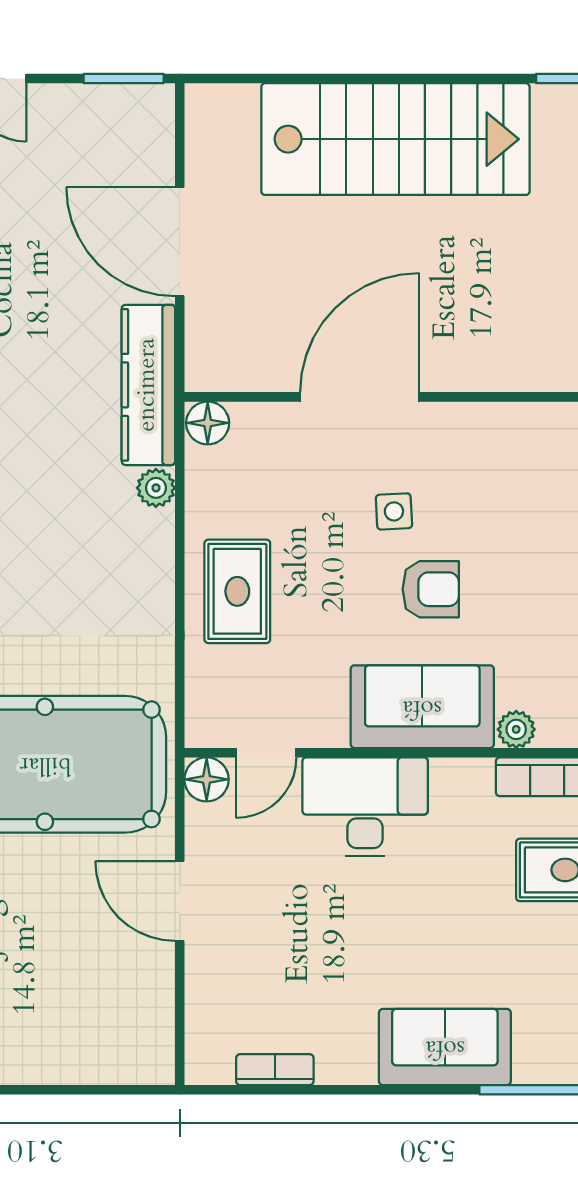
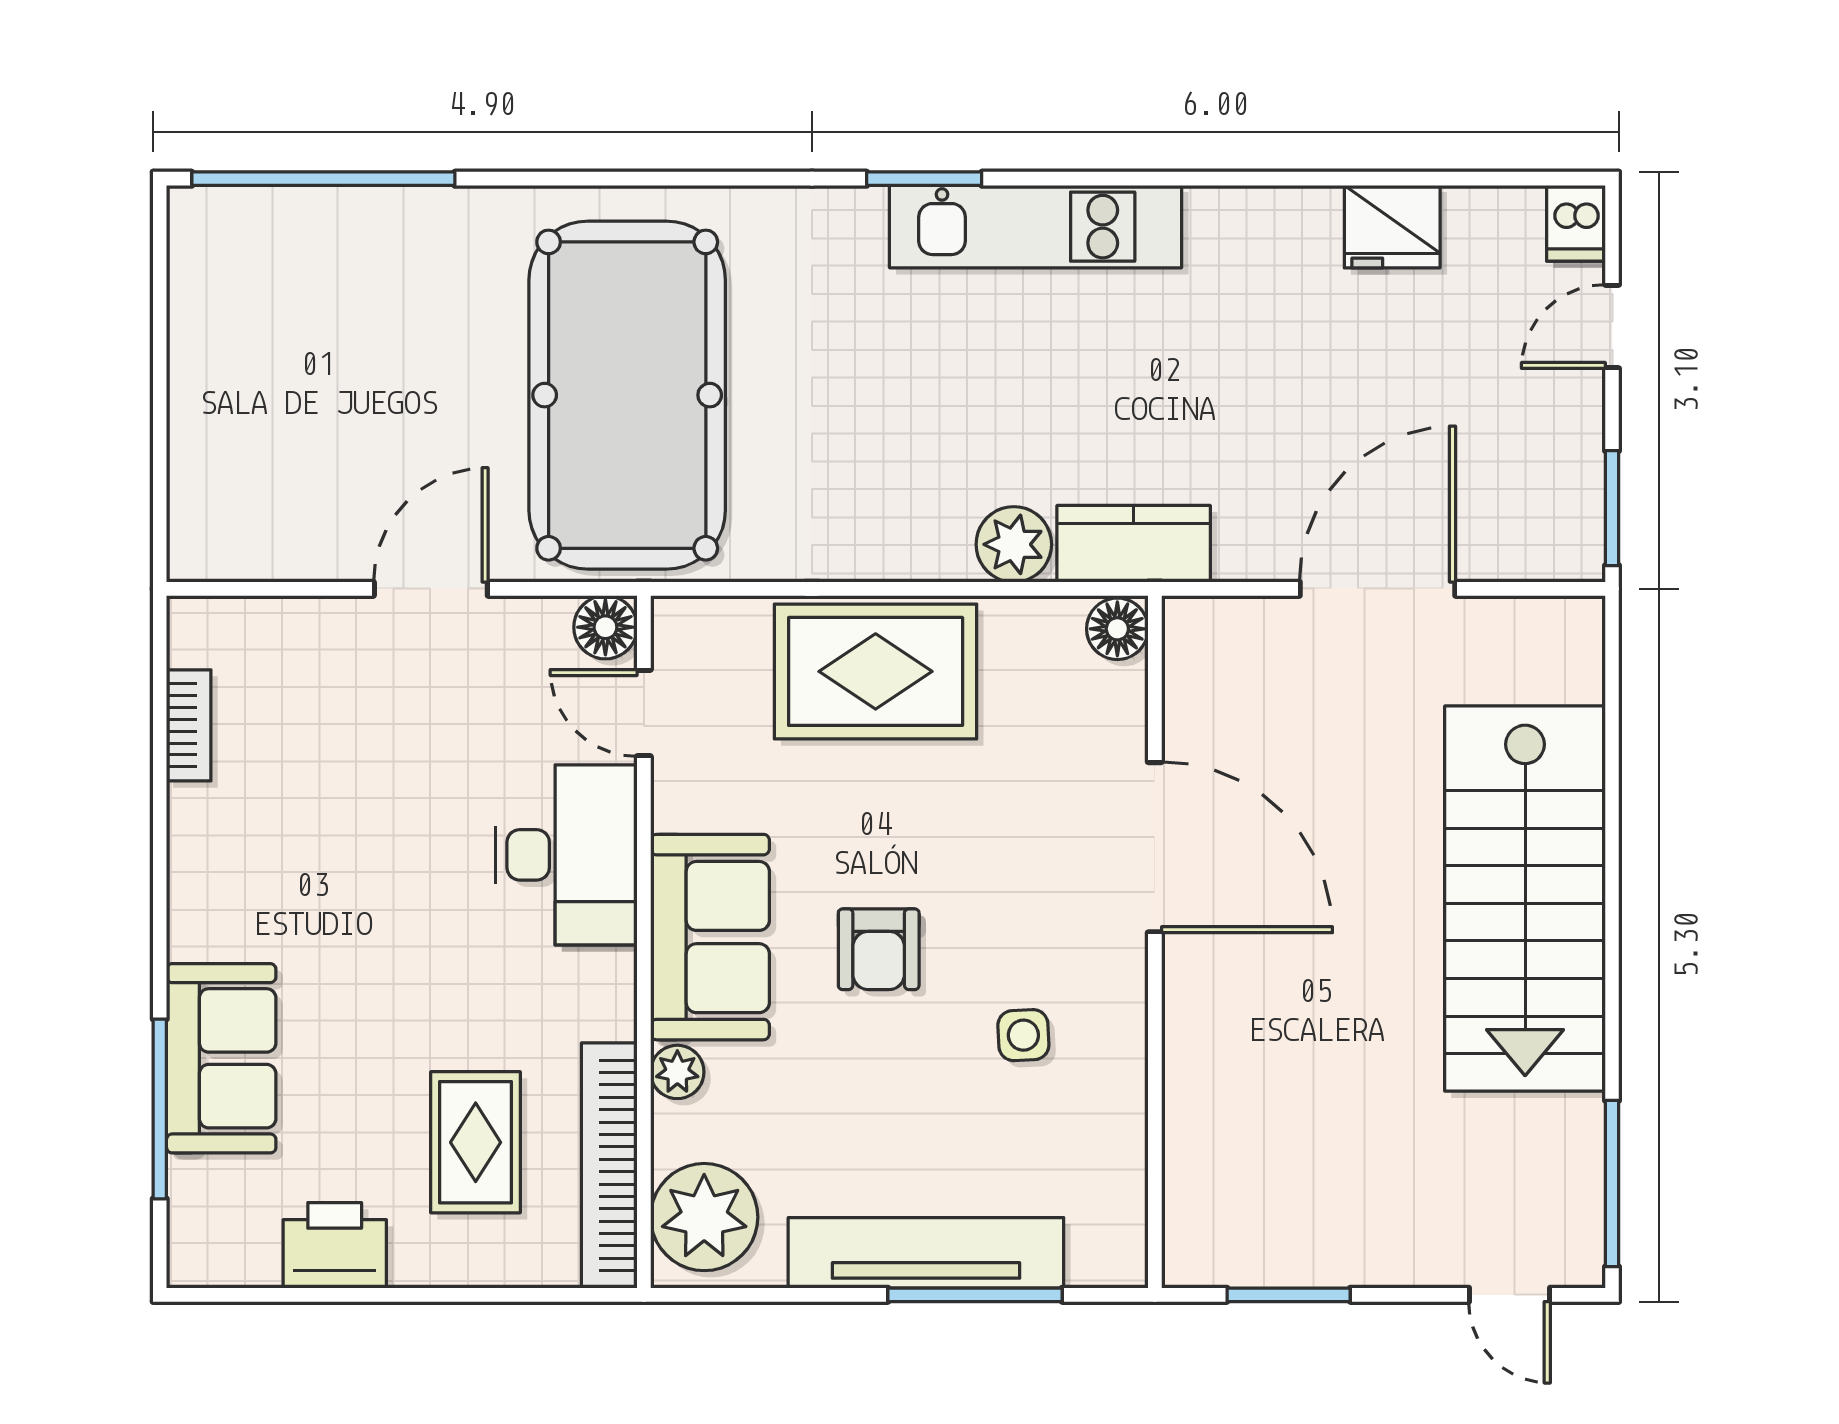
kitchen counter: (148, 385) -> (1134, 544), width x0.67
plant: (156, 488) -> (1014, 544), width x1.38, depth x1.38
side table: (394, 511) -> (1023, 1035), moved
rug: (237, 591) -> (876, 671), width x1.36, depth x1.43
sofa: (445, 1047) -> (221, 1058), moved

